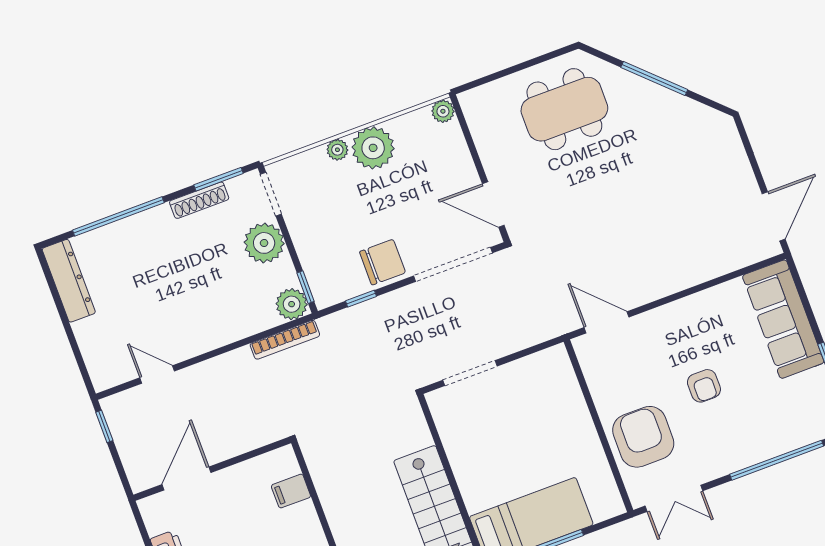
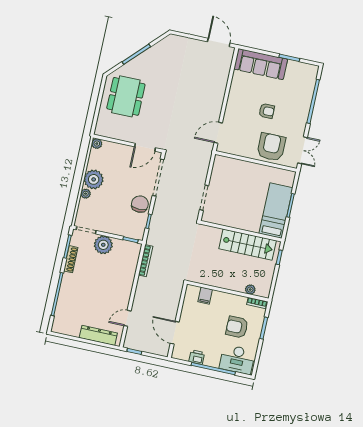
dresser: (69, 281) -> (98, 335), moved
plant: (292, 304) -> (134, 249), removed
armchair: (643, 437) -> (271, 147), turned 90

